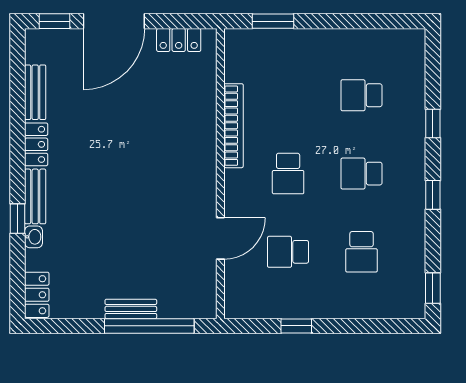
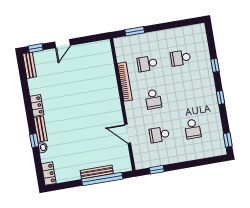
door: (114, 21) -> (62, 44), width x0.53
locker: (179, 40) -> (93, 47), removed
bench: (35, 92) -> (30, 65), moved
school desk: (362, 174) -> (147, 64), moved
door: (220, 238) -> (128, 134), swing flipped
bench: (131, 309) -> (97, 172), width x1.36
window: (296, 326) -> (157, 170), moved

